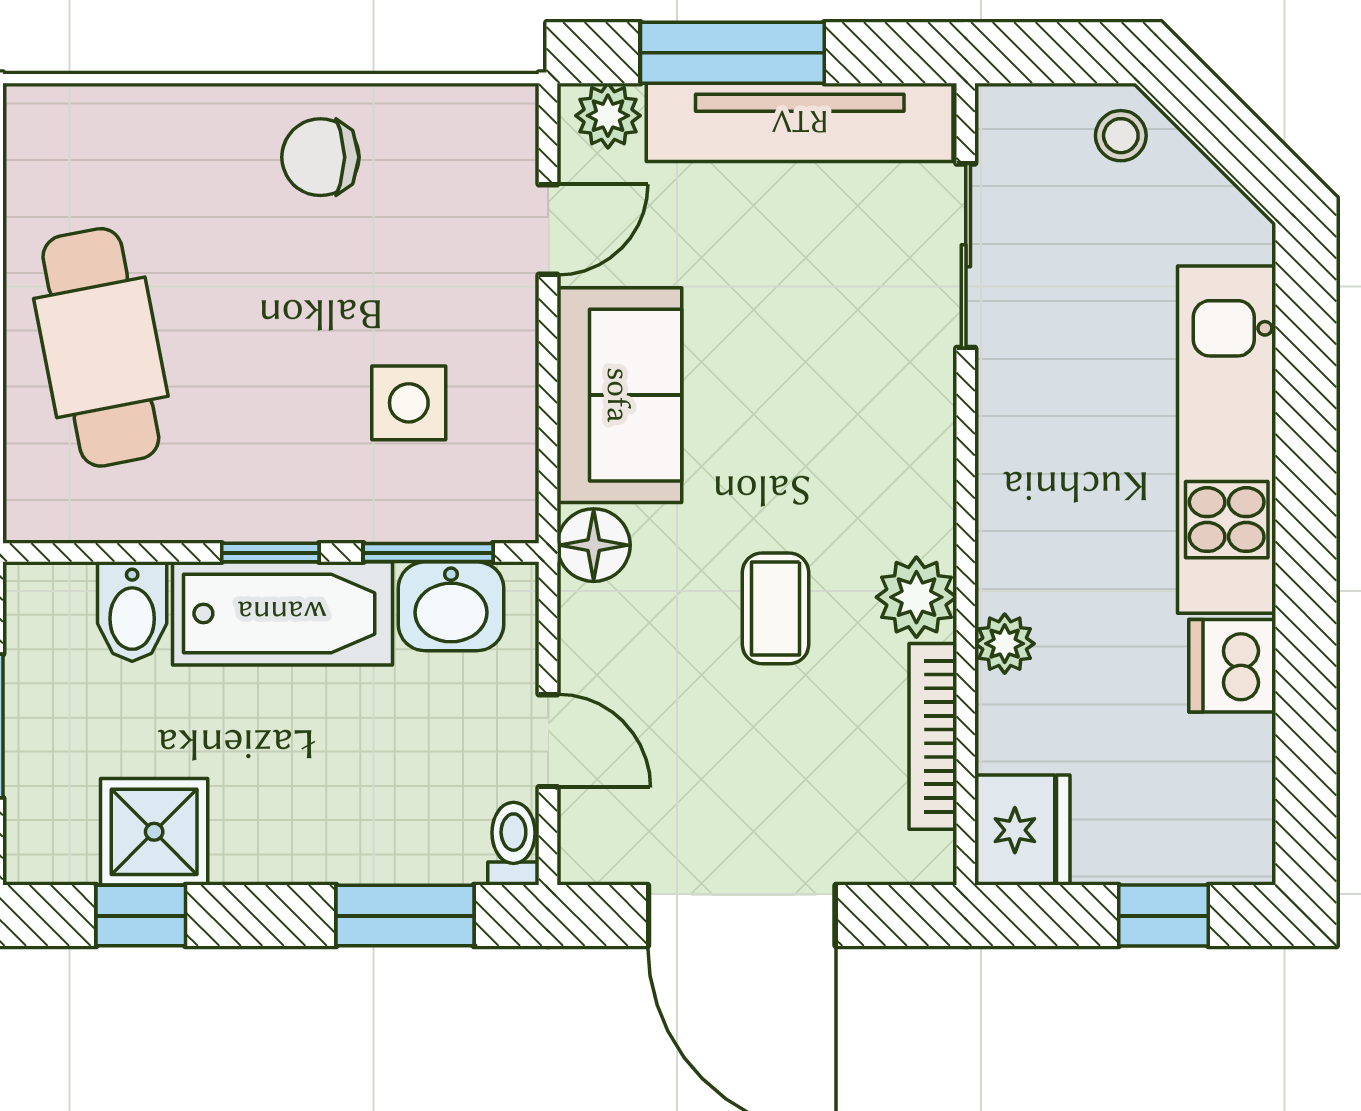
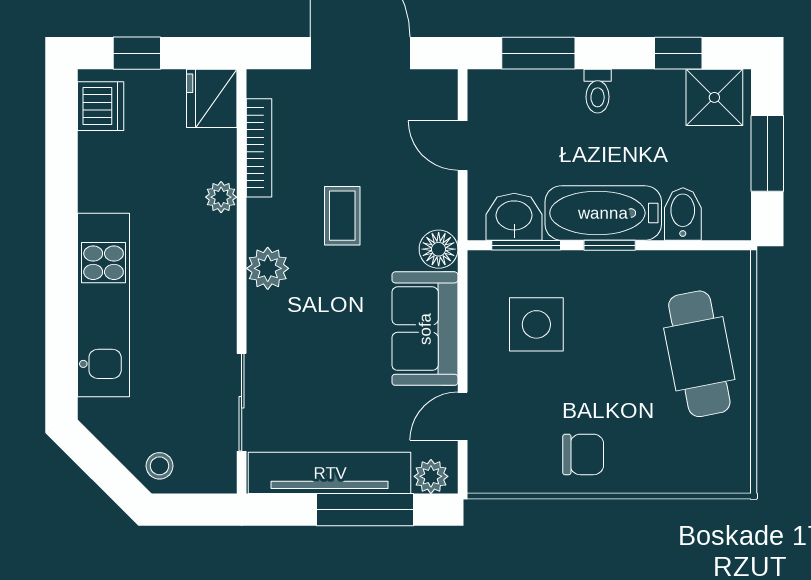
side table: (409, 403) -> (536, 324), width x1.37, depth x1.37
plant: (916, 597) -> (268, 268), moved
dishwasher: (1232, 666) -> (101, 106), moved
shower: (154, 832) -> (714, 97), moved
toilet: (513, 844) -> (598, 91), moved

